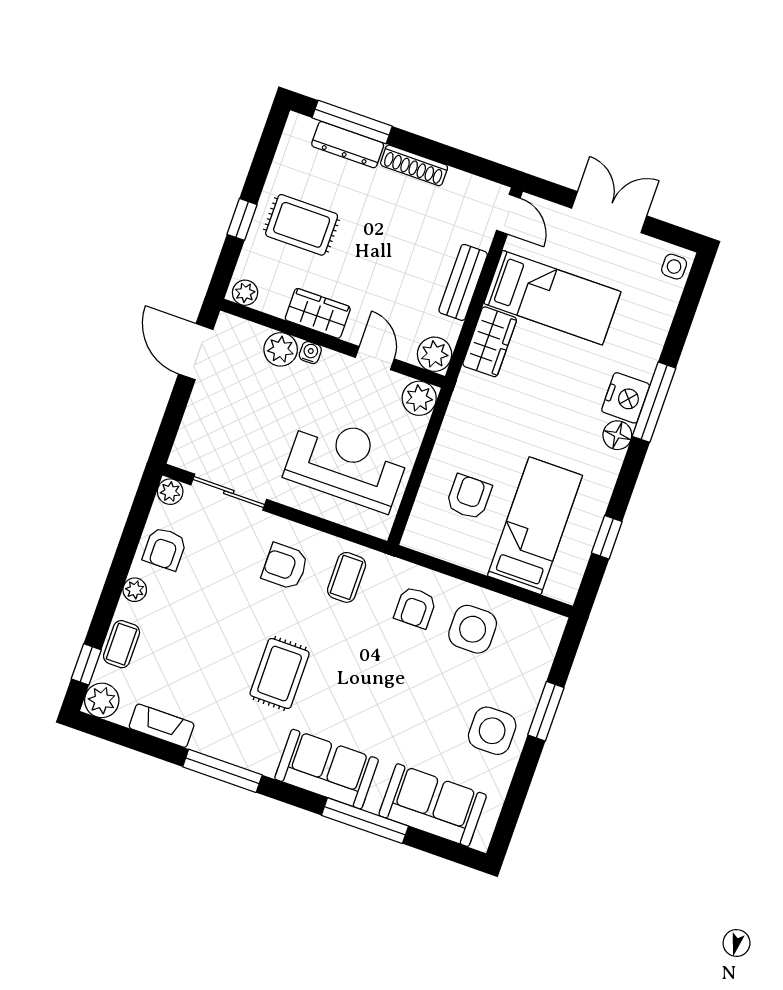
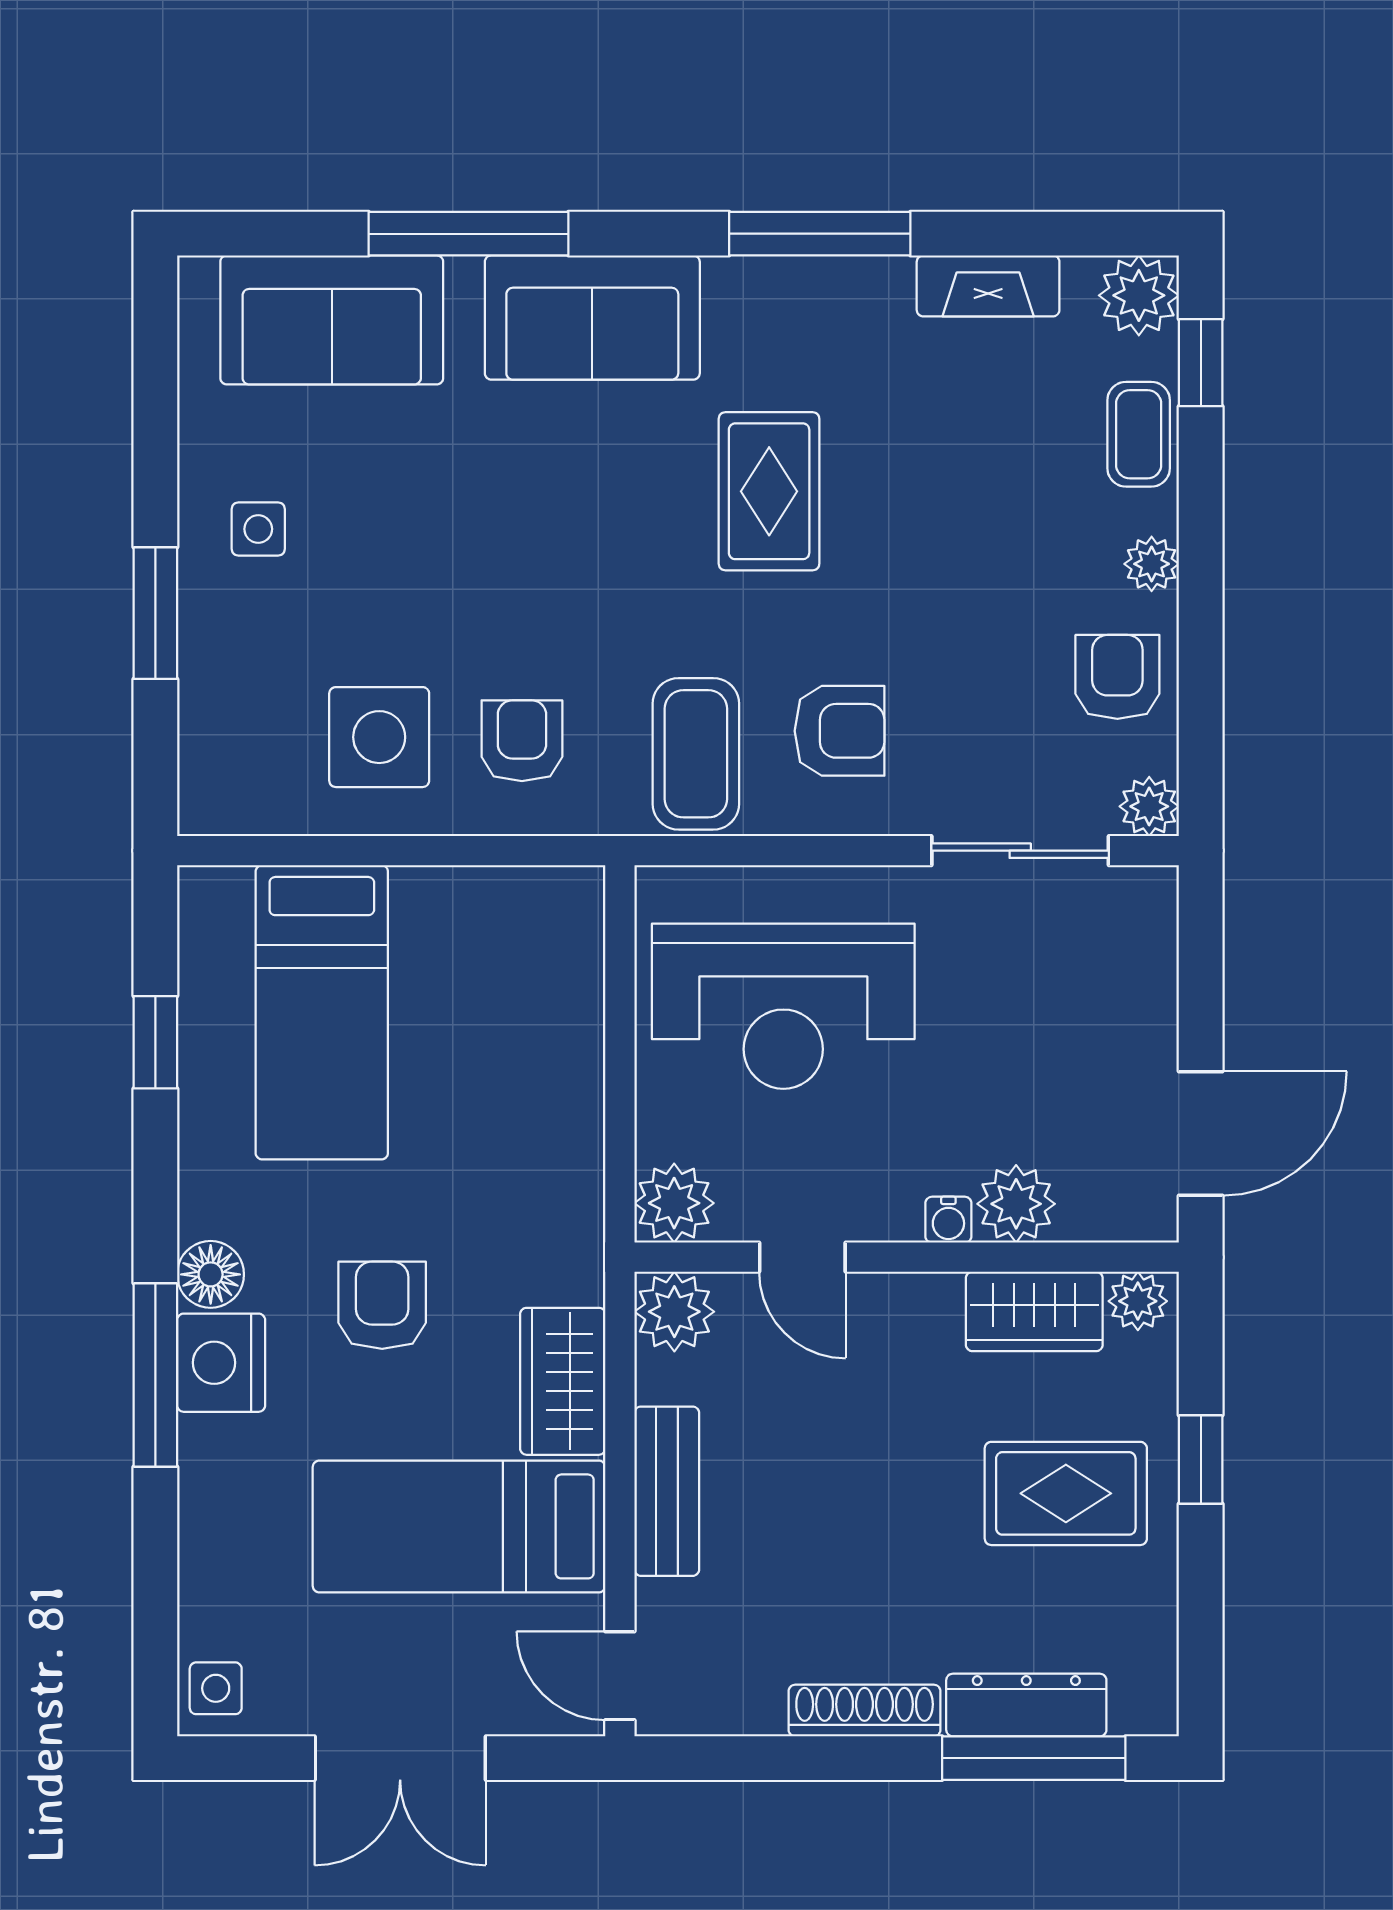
wardrobe: (318, 313) -> (1034, 1311), moved
door: (196, 352) -> (1201, 1134), hinge flipped
armchair: (469, 497) -> (382, 1305), moved, turned 180
coffee table: (347, 577) -> (696, 754), width x1.36, depth x1.30
side table: (492, 731) -> (258, 529), width x0.54, depth x0.54

